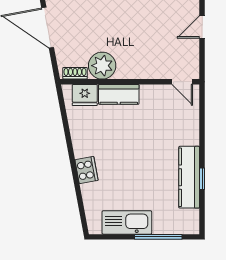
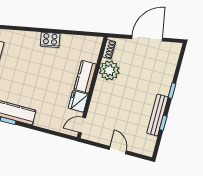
fridge: (85, 95) -> (78, 101), moved
cooker: (86, 170) -> (50, 40), moved

